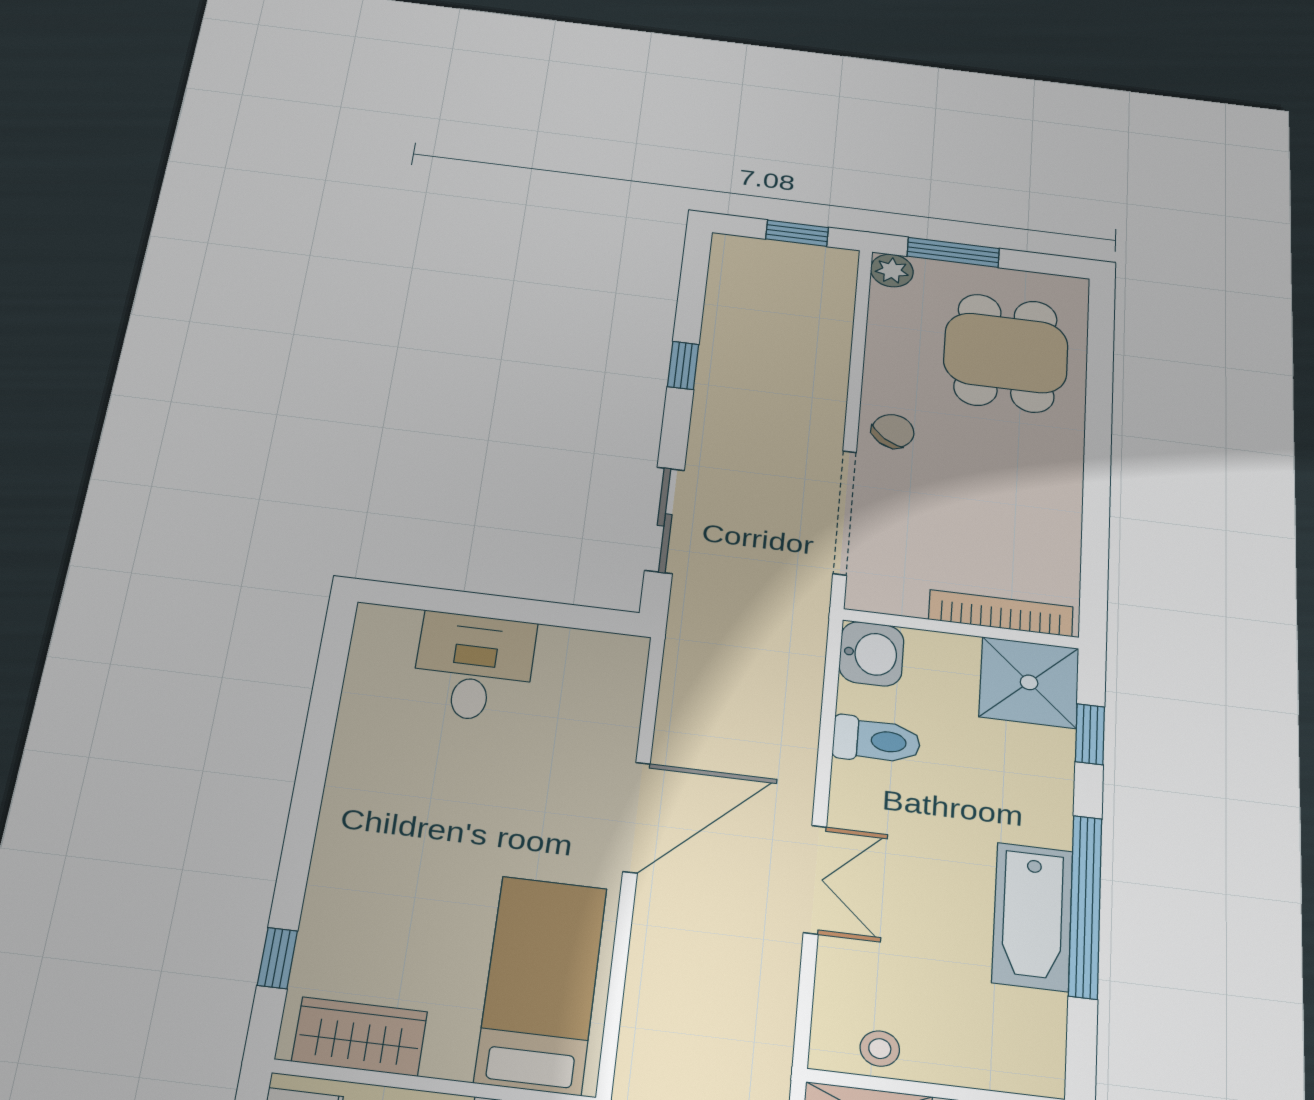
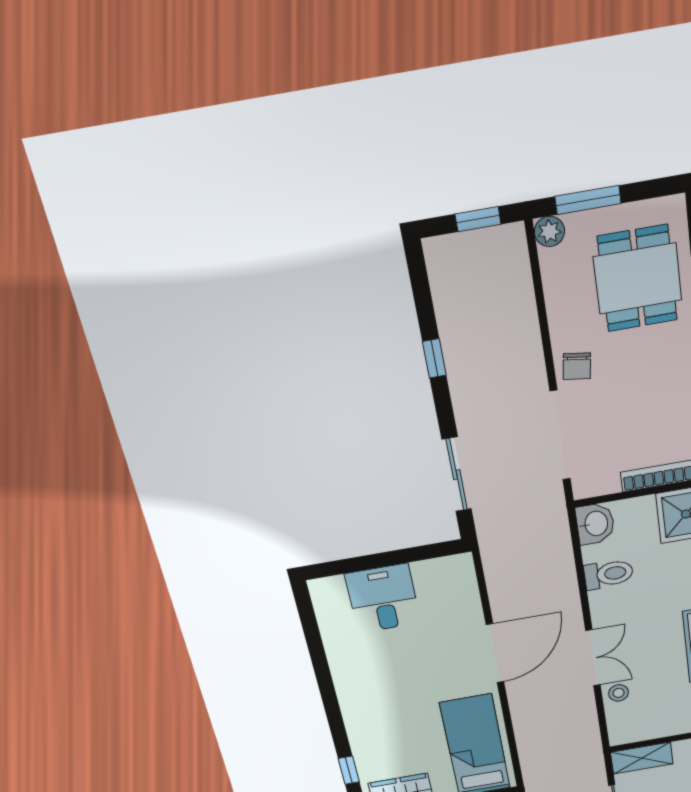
chair: (893, 431) -> (577, 366), turned 151
stool: (880, 1049) -> (619, 693), moved

